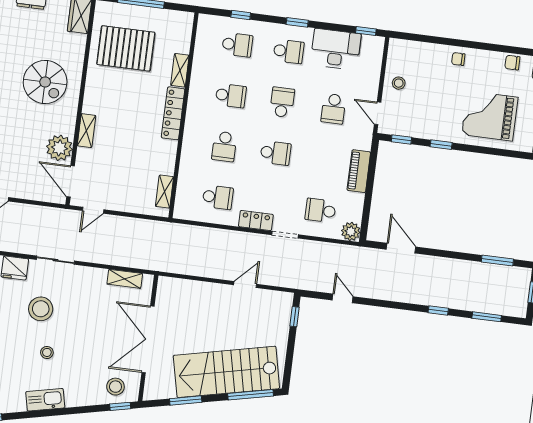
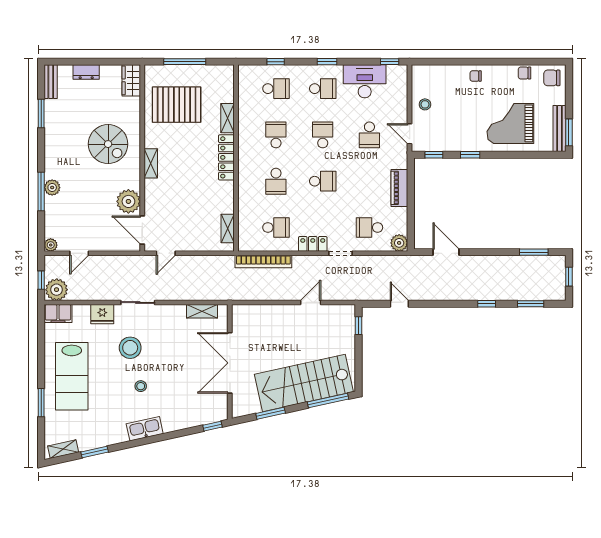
school desk: (231, 96) -> (276, 135), turned -90
shelving: (86, 131) -> (151, 163), moved
bookcase: (199, 233) -> (263, 262), added
stool: (115, 387) -> (206, 409), removed

